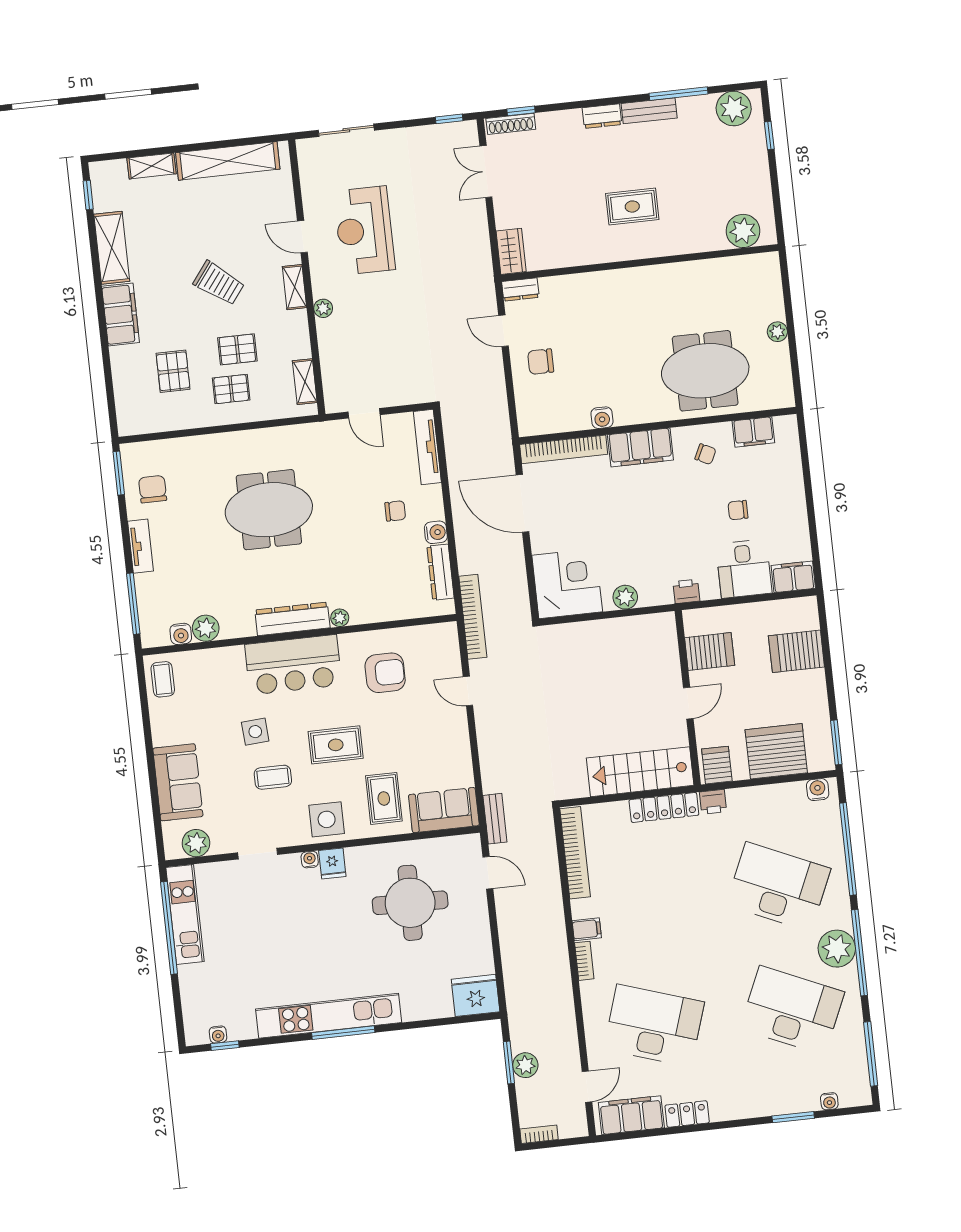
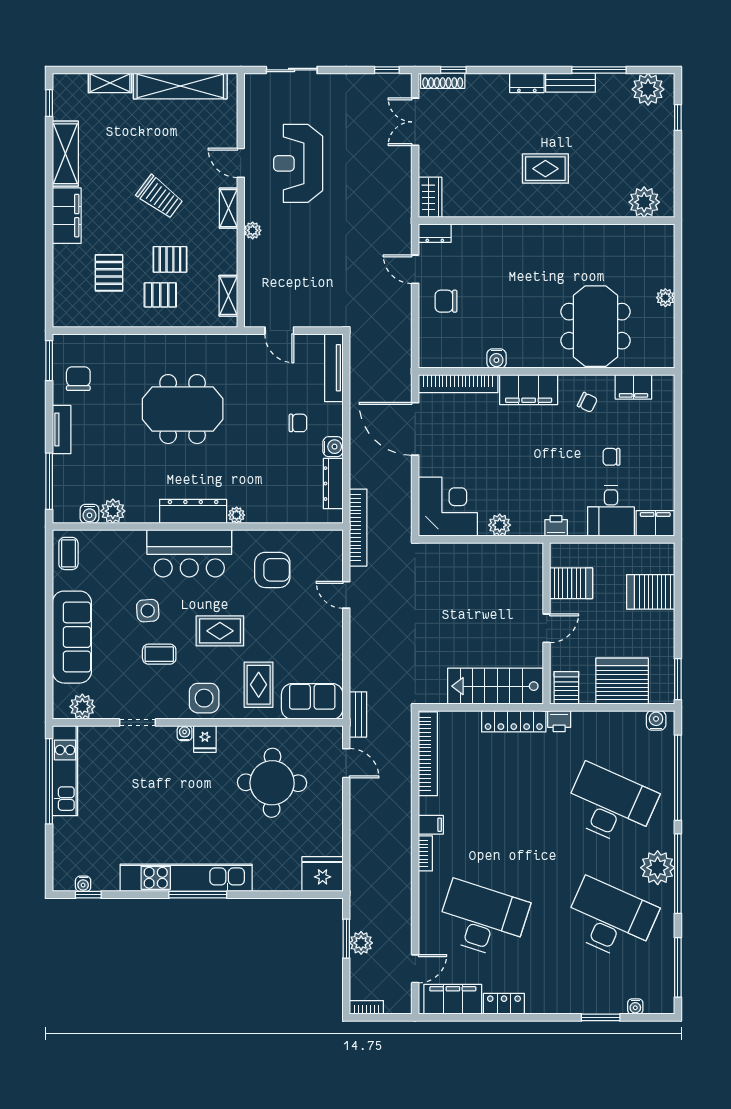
meeting table: (705, 371) -> (595, 326), turned 90
sofa: (178, 782) -> (72, 637), width x1.36

